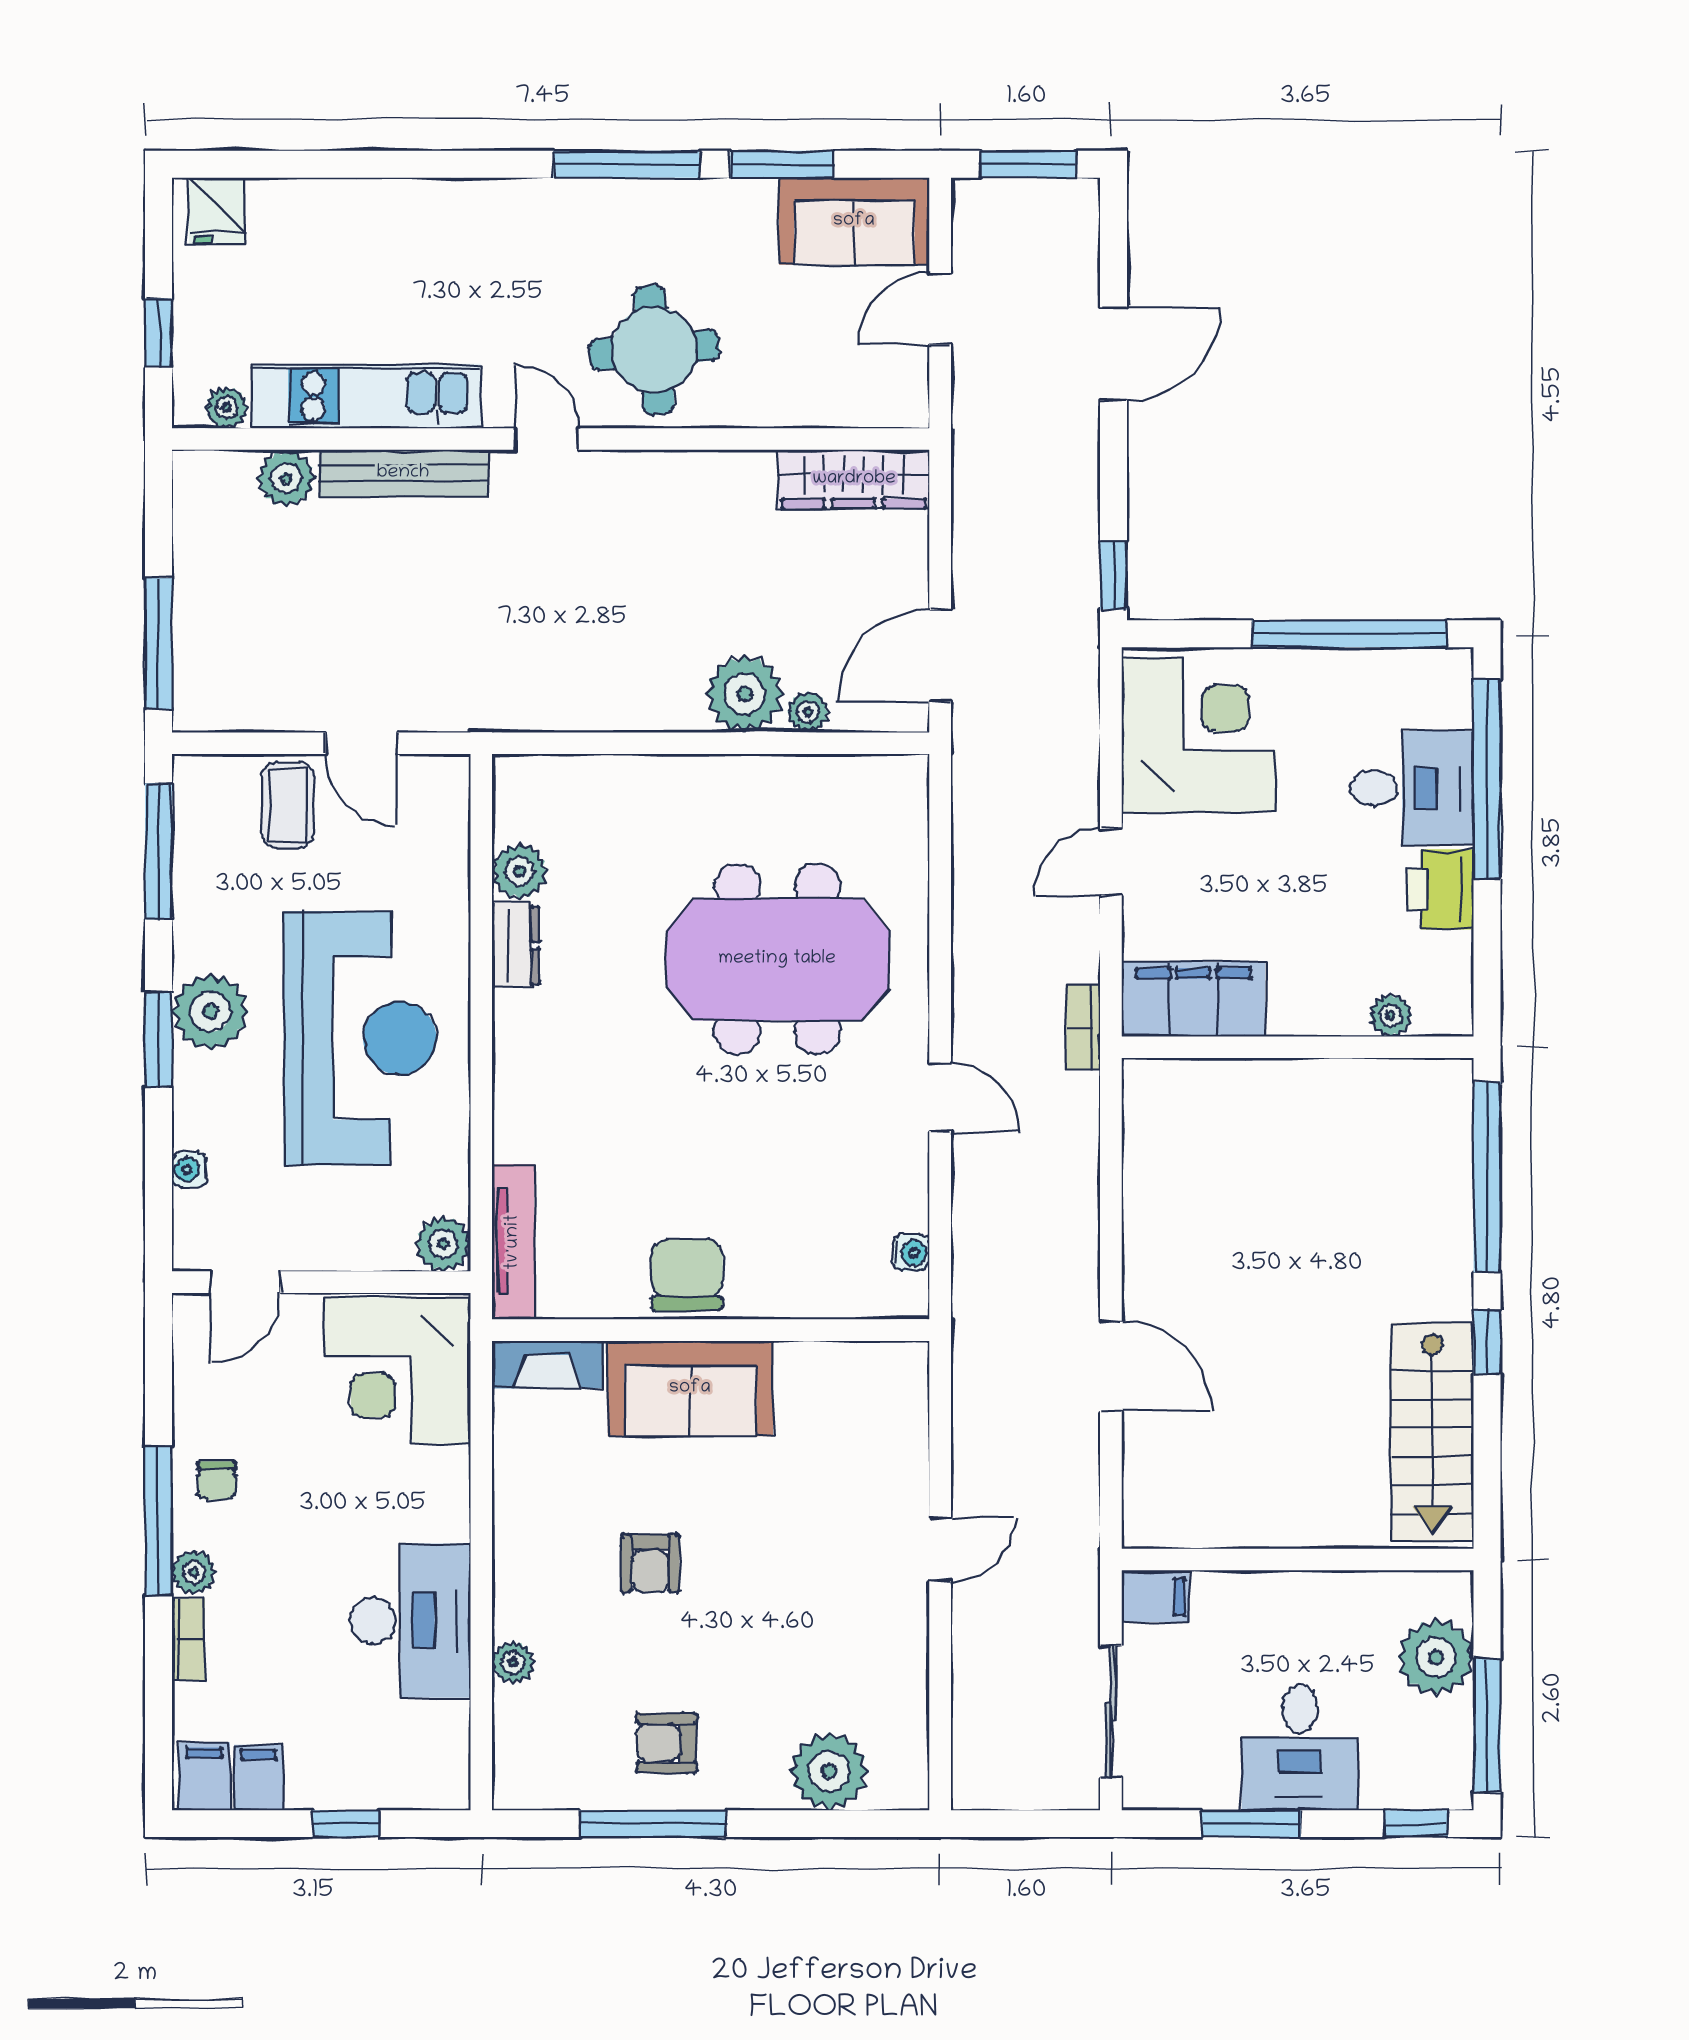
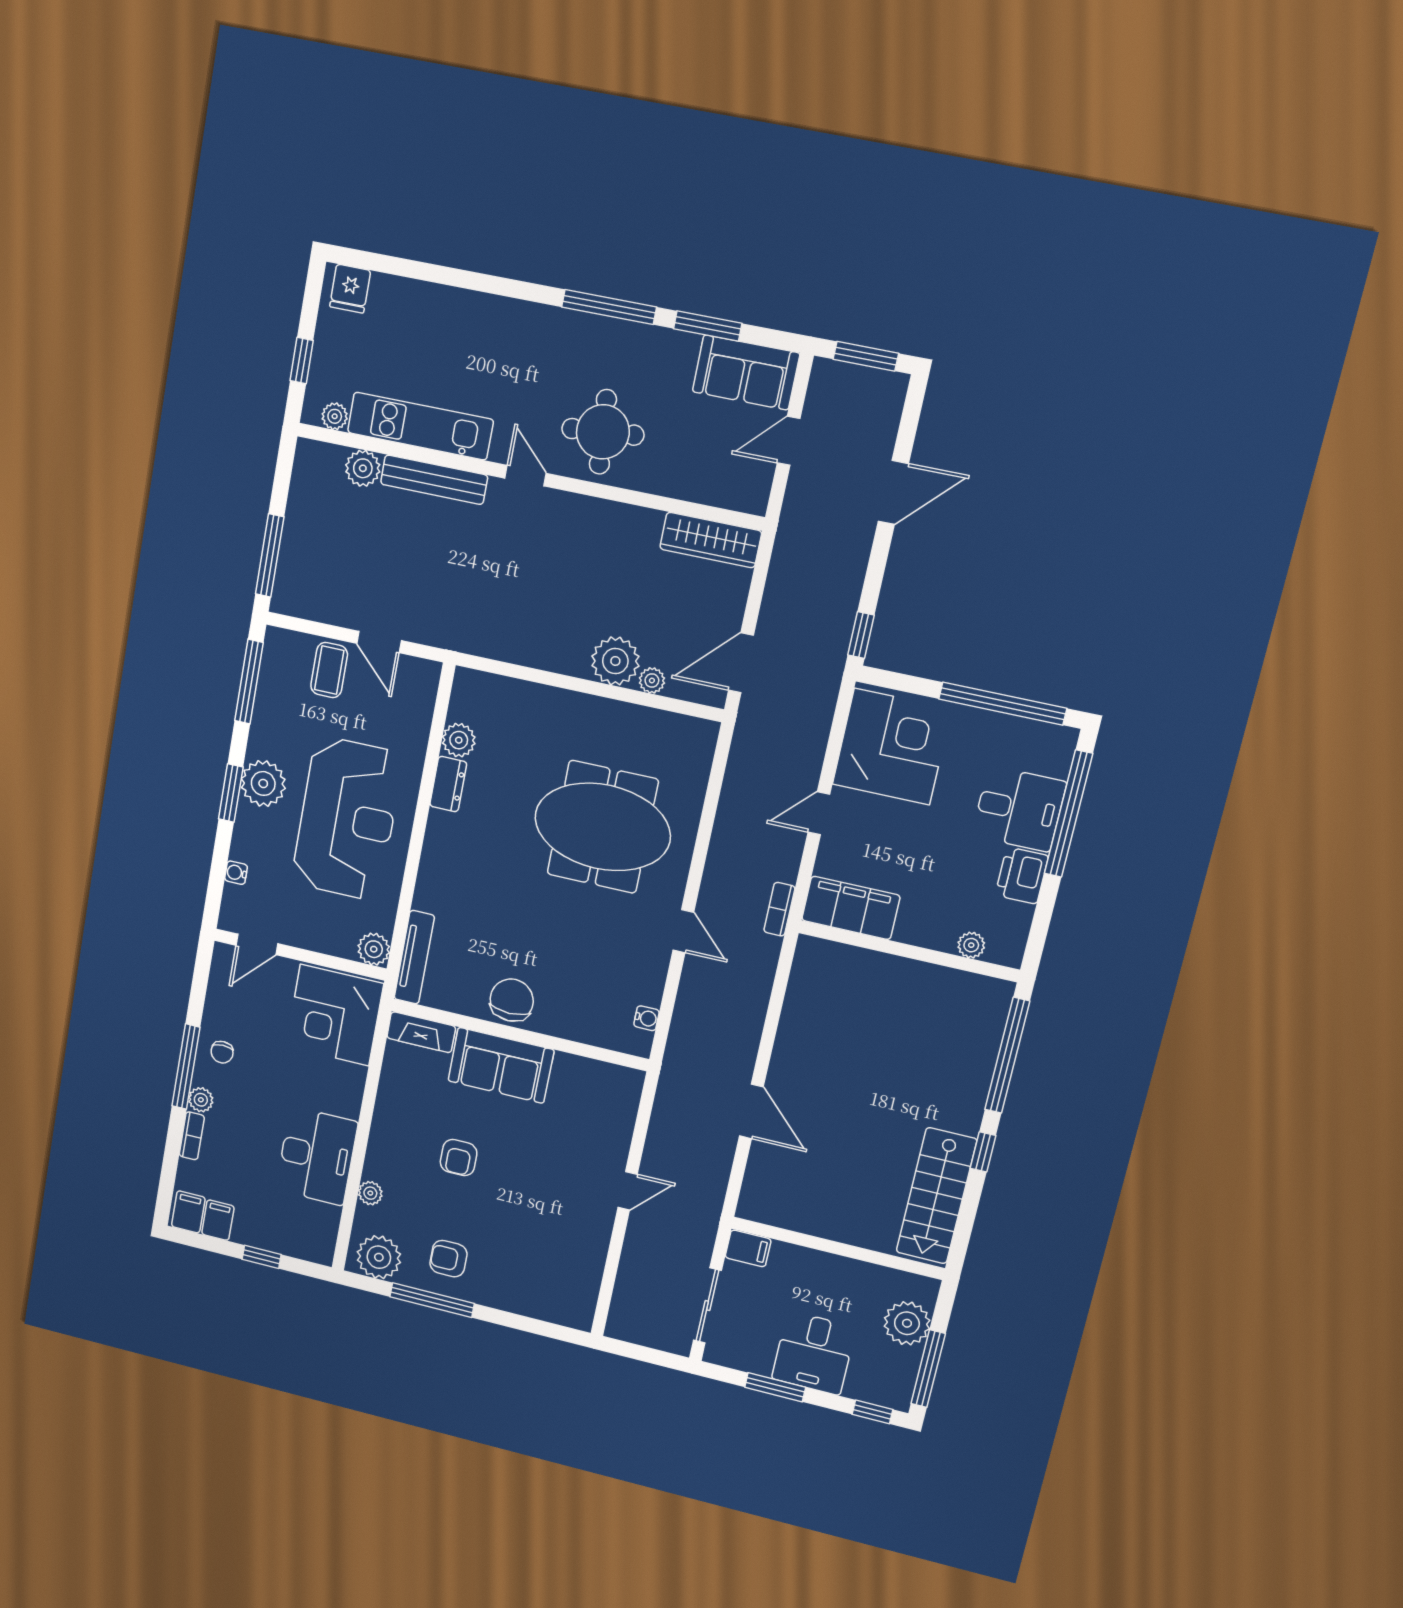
plant: (829, 1771) -> (379, 1257), moved

